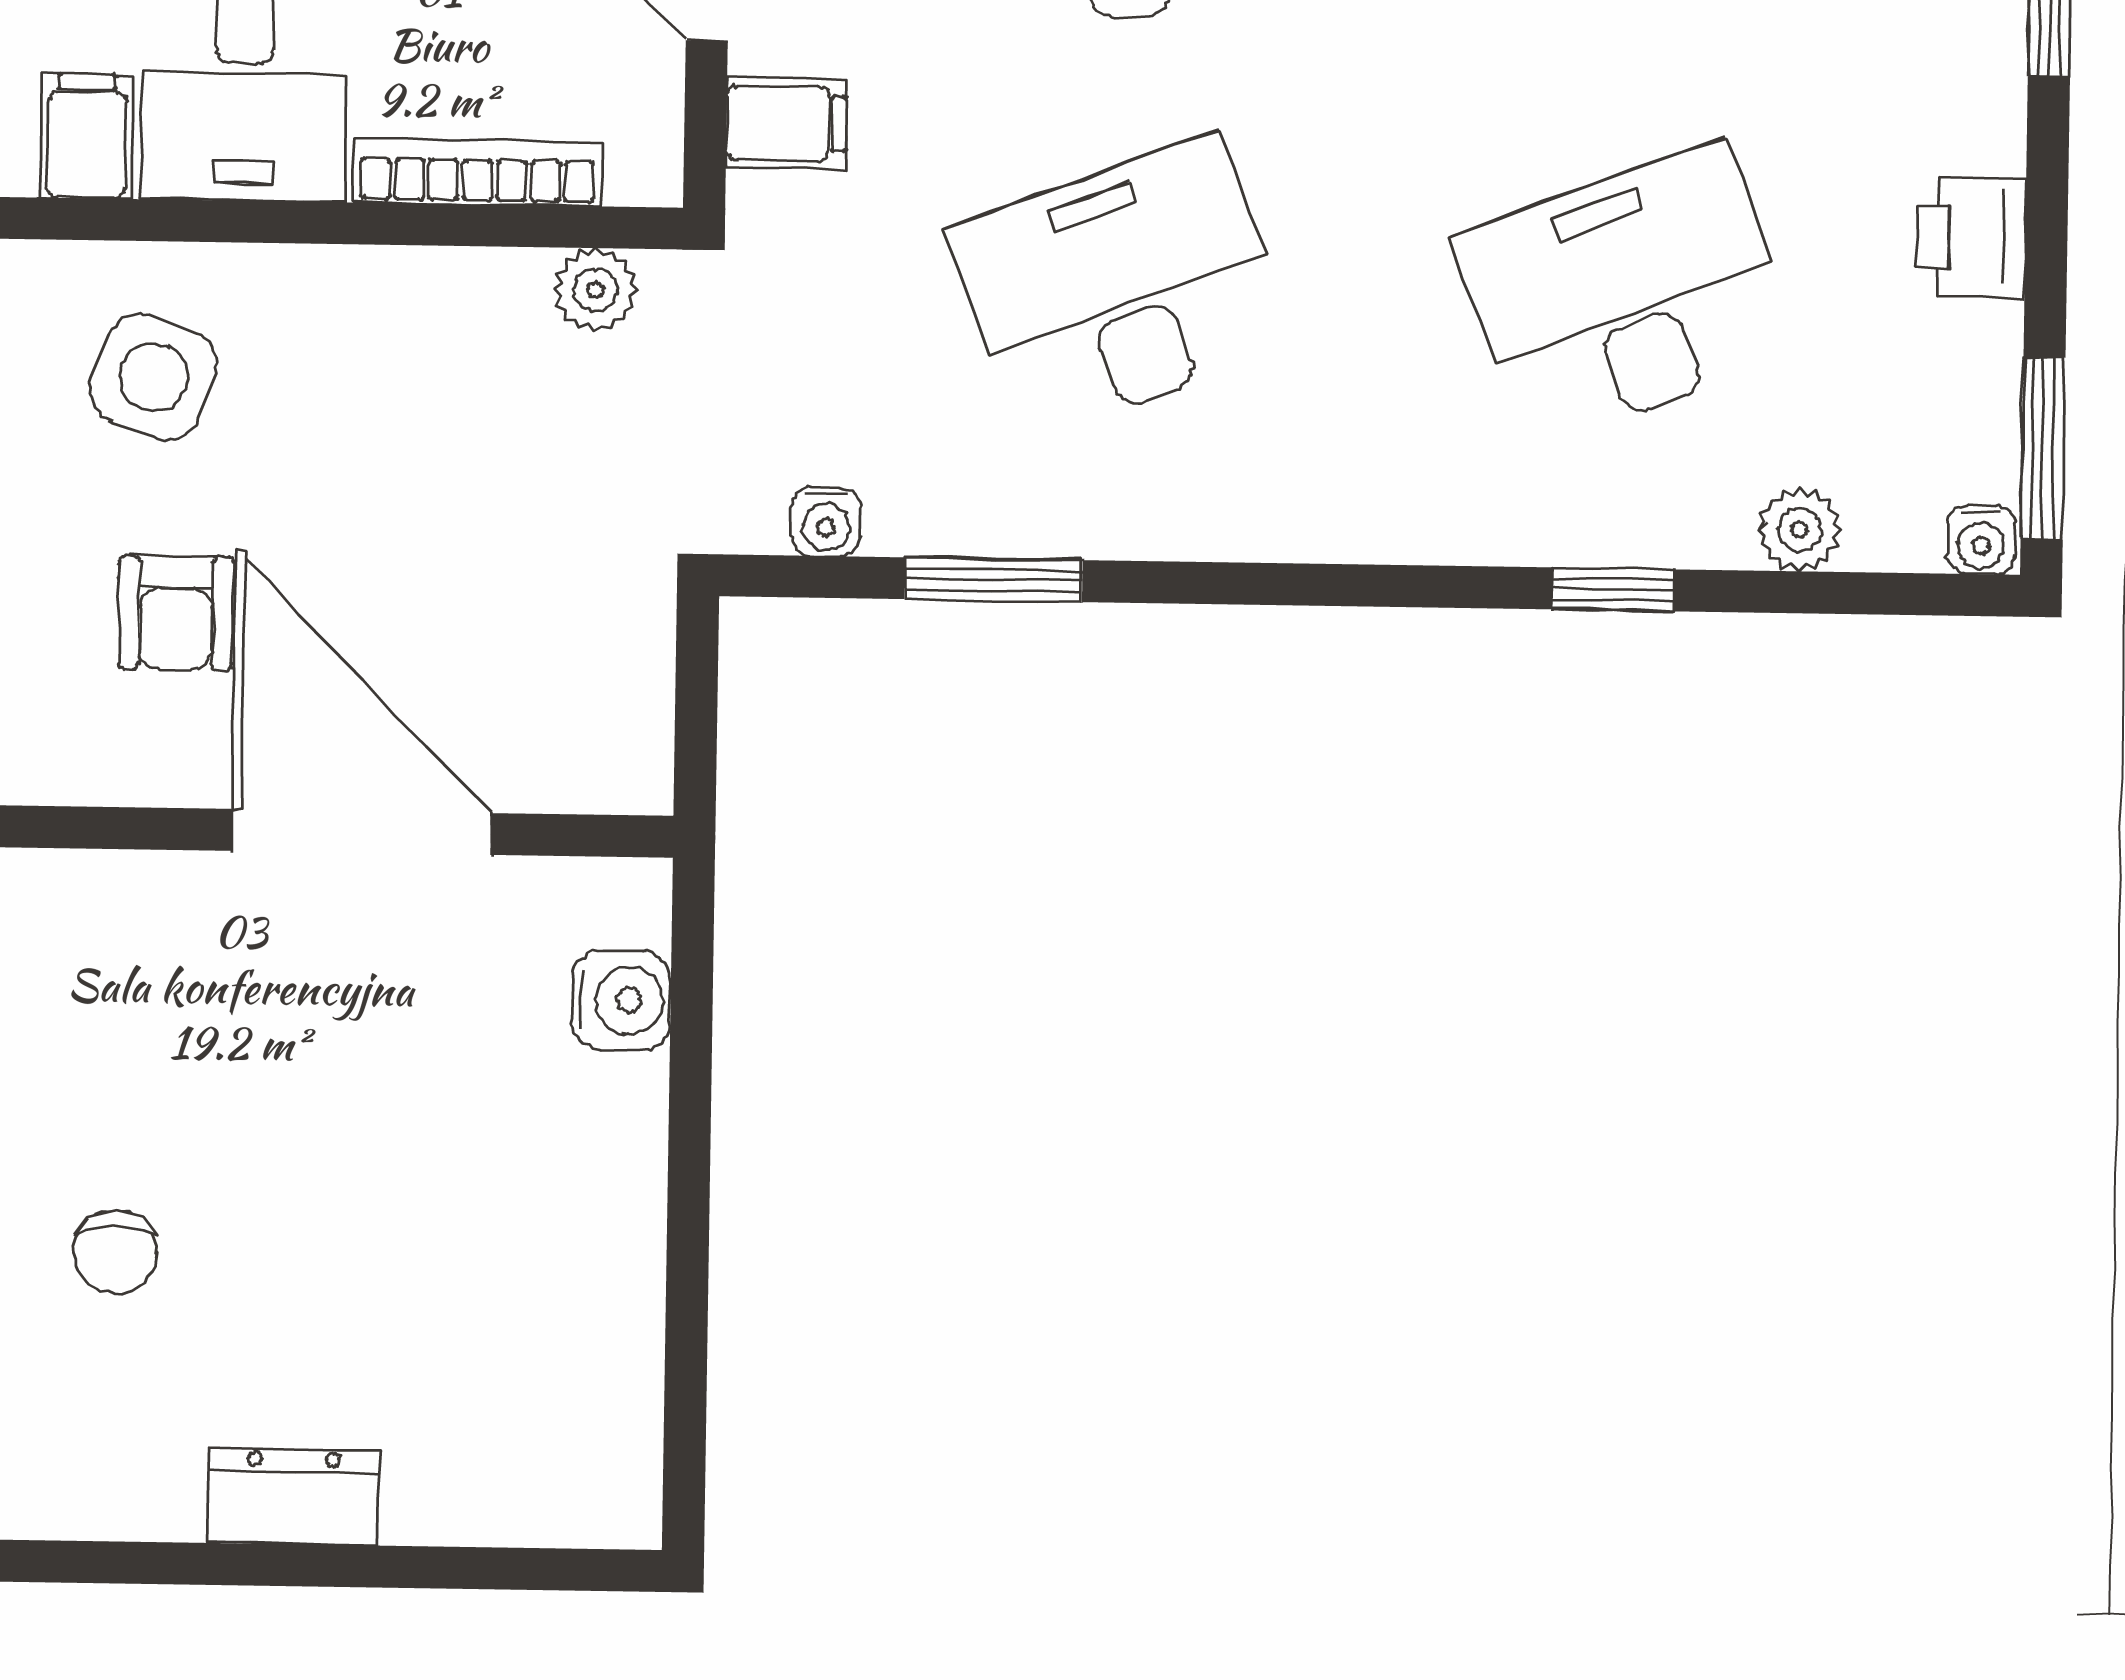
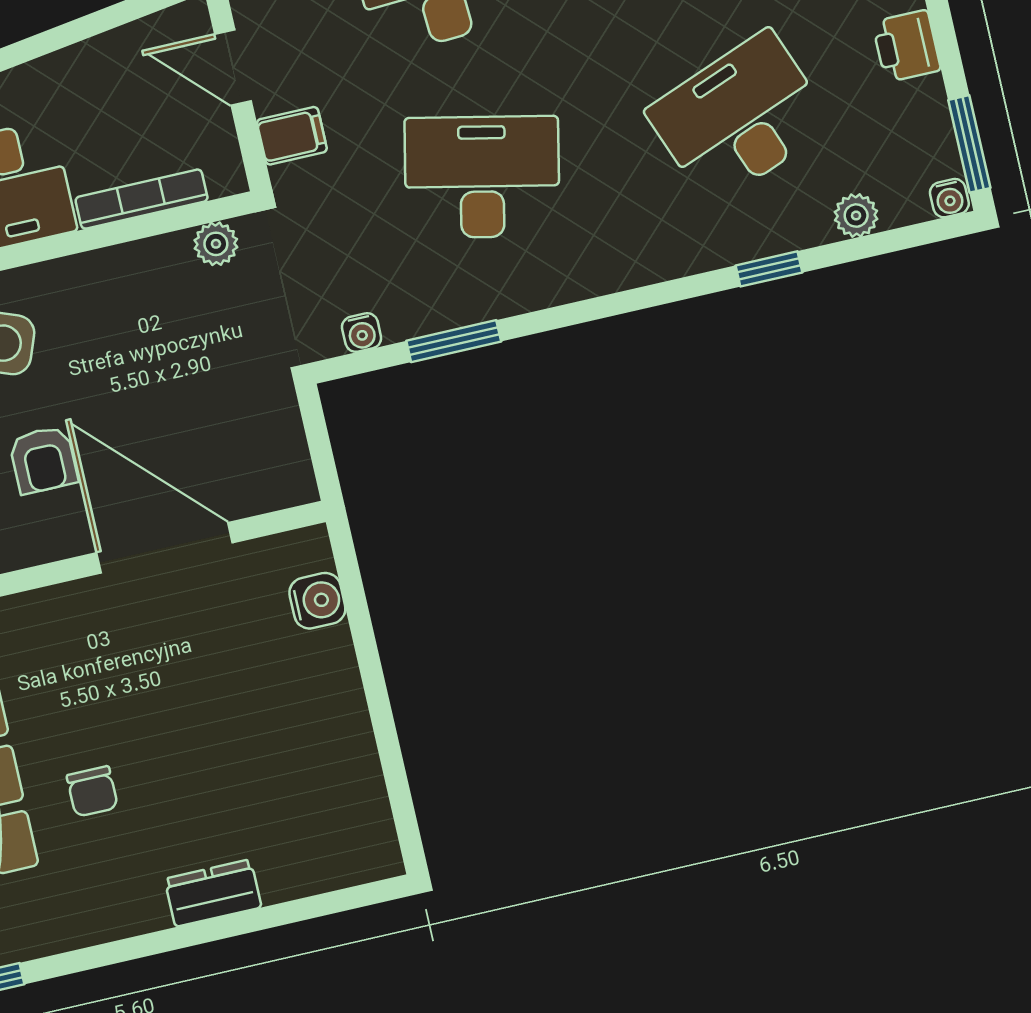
desk: (1121, 287) -> (482, 177), turned 33

